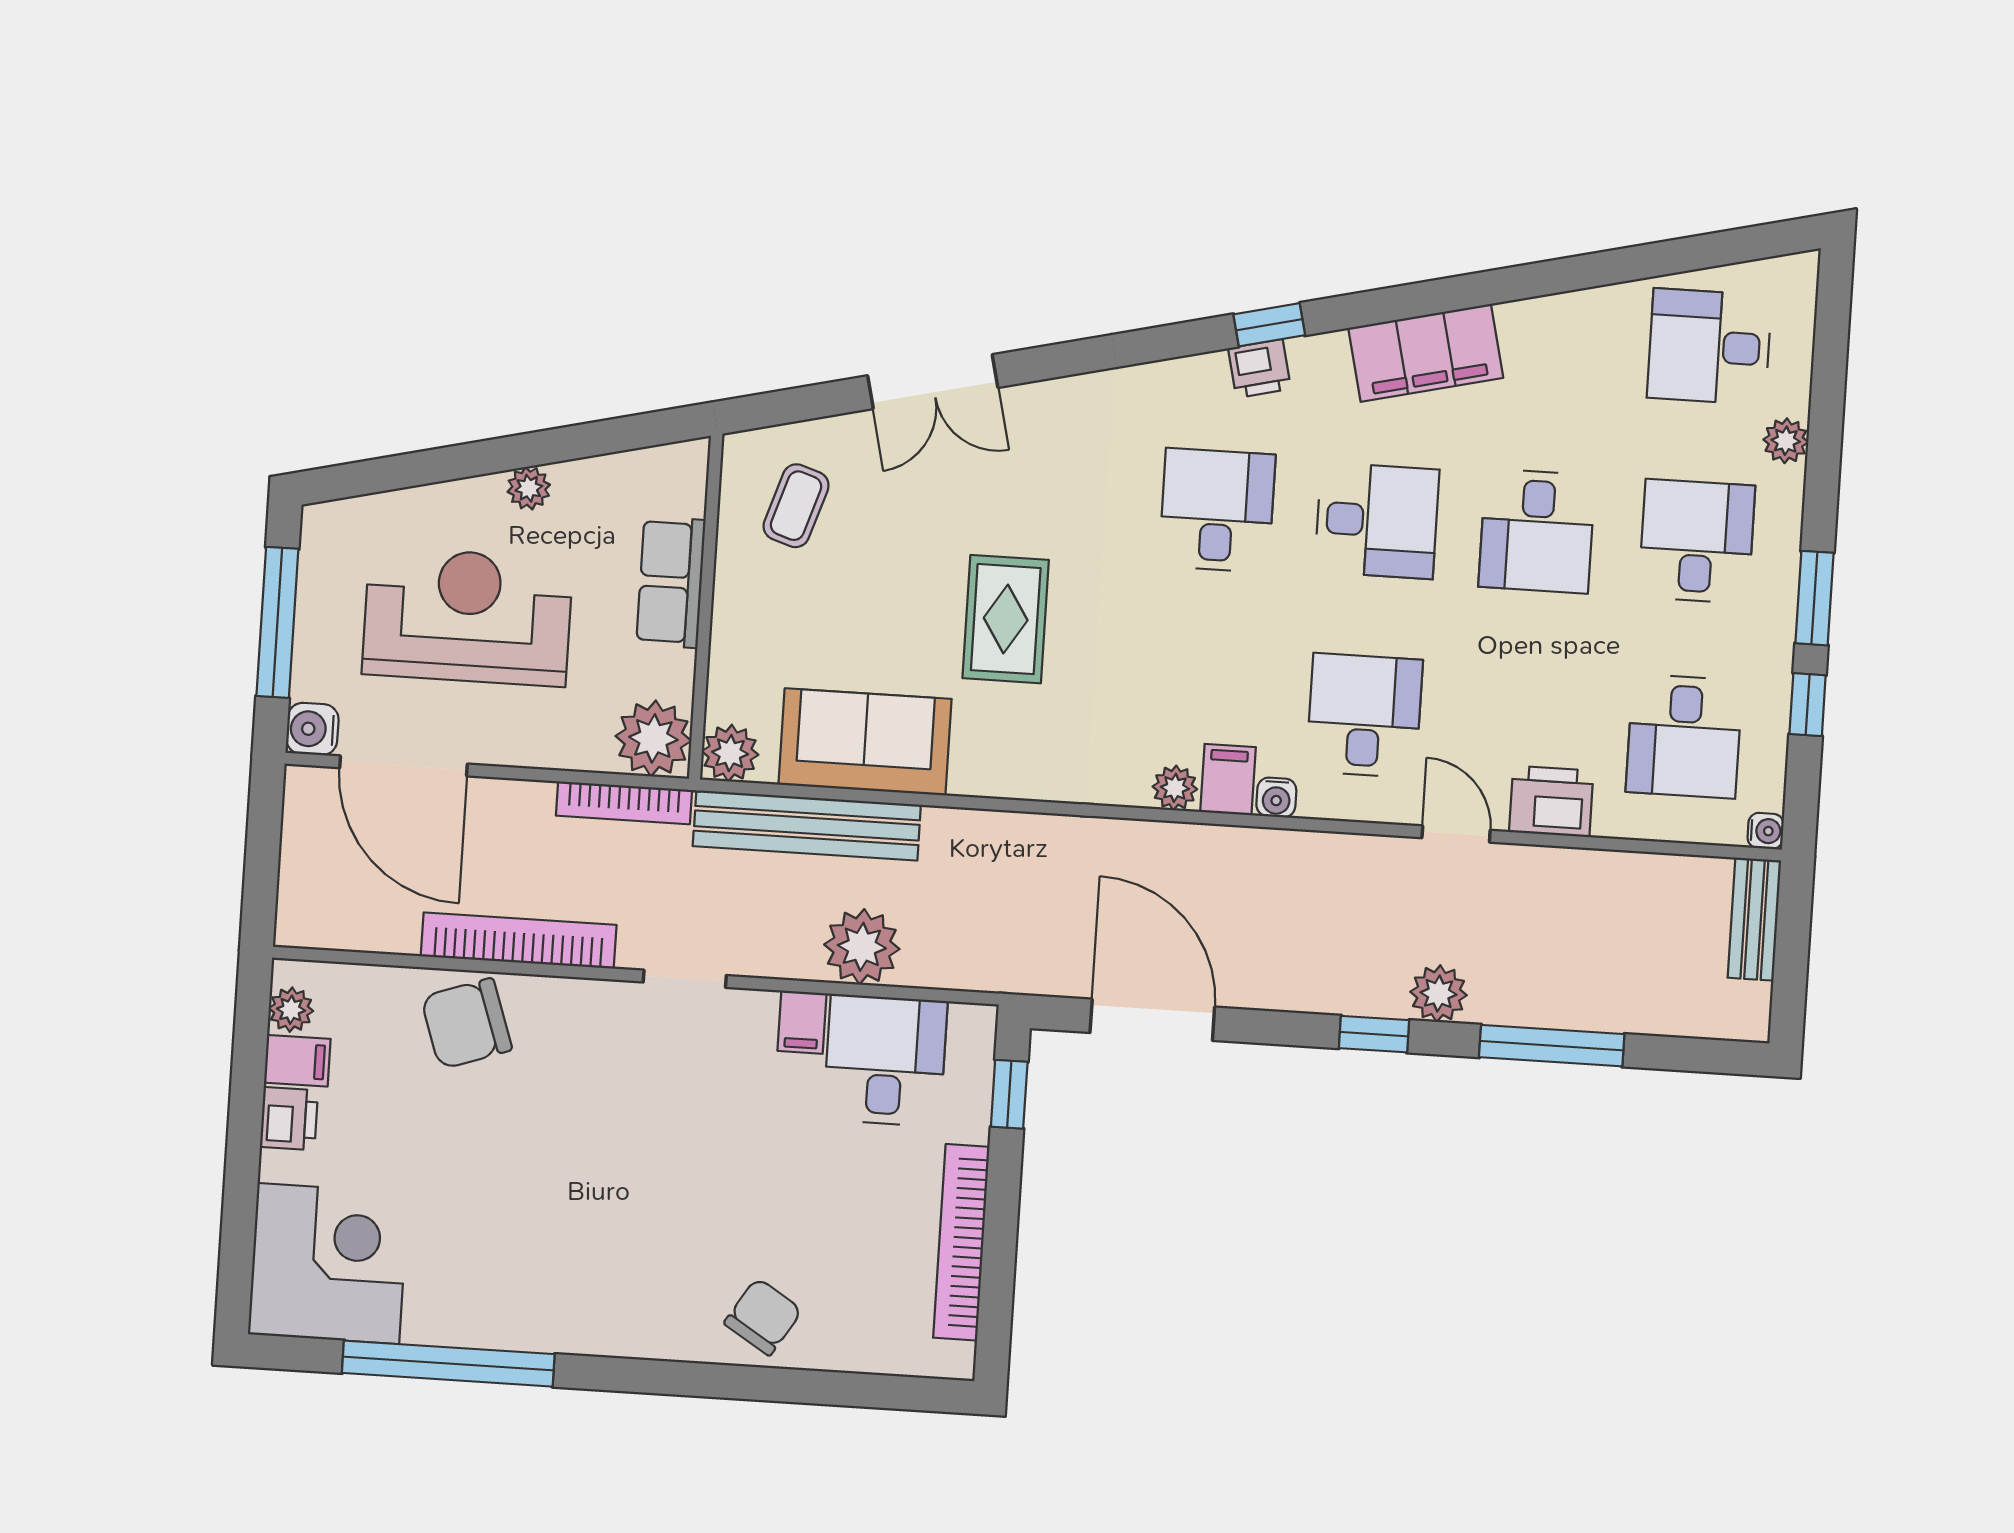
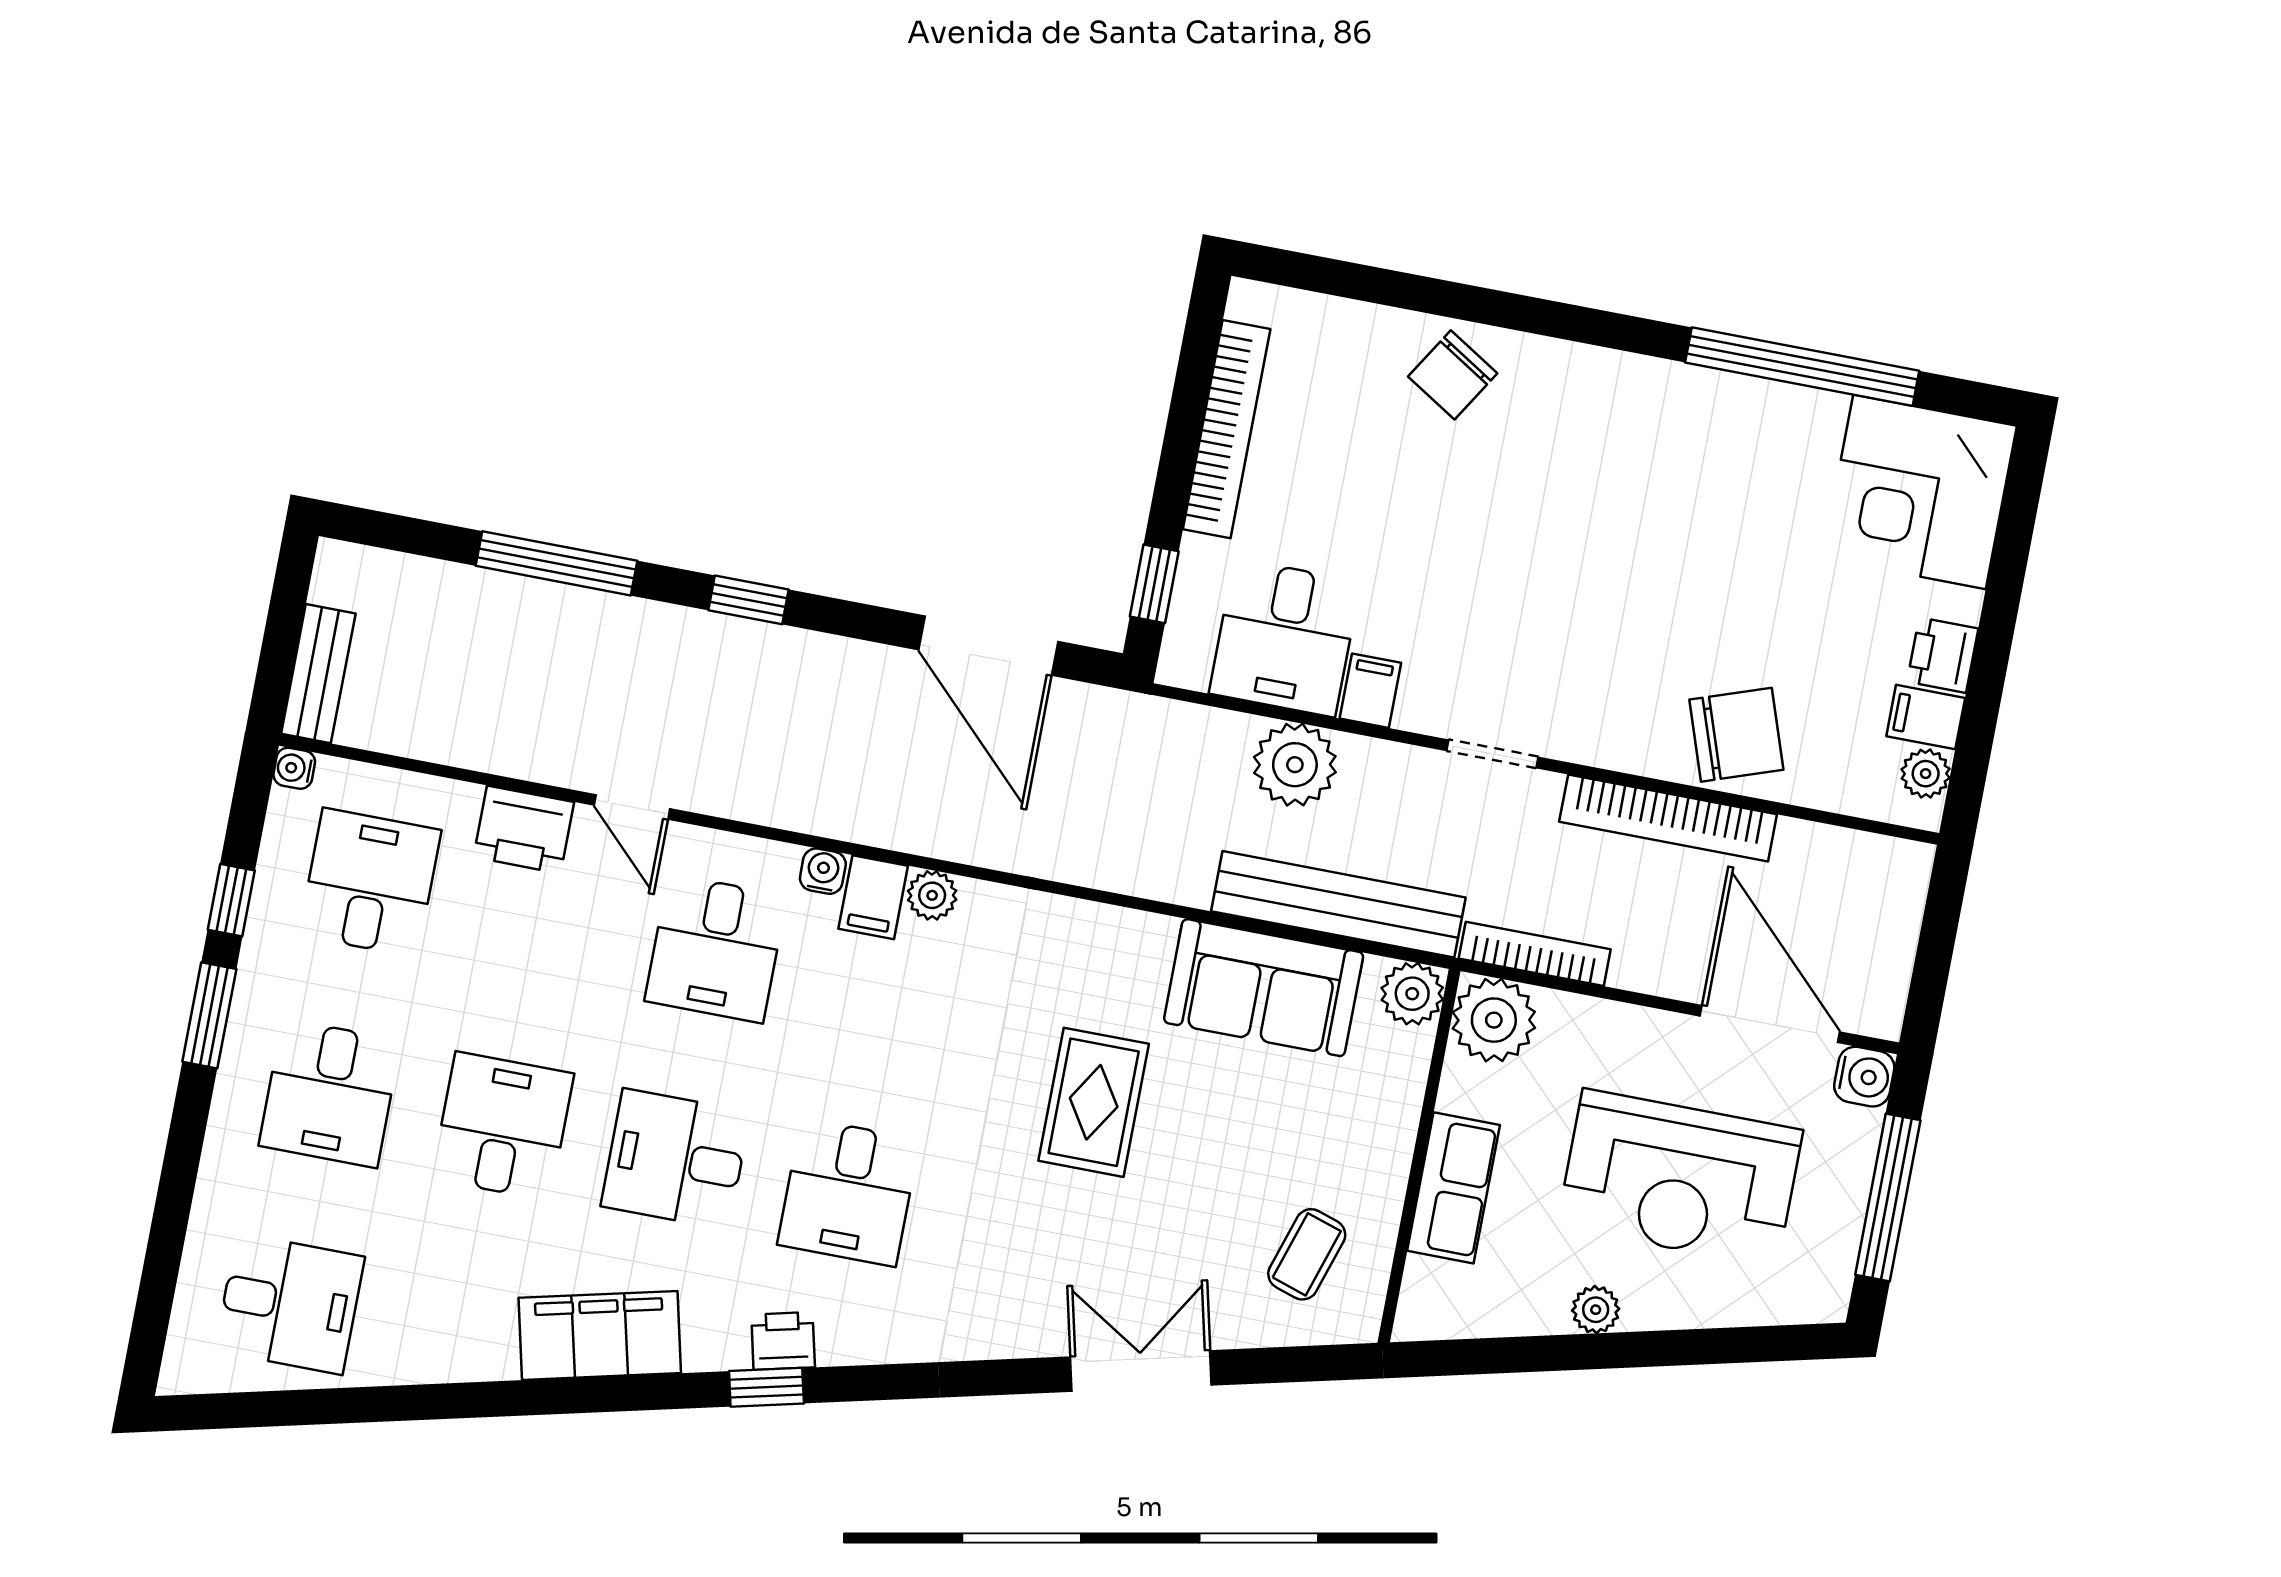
plant: (1786, 441) -> (219, 1191), removed
plant: (1439, 994) -> (673, 635), removed

